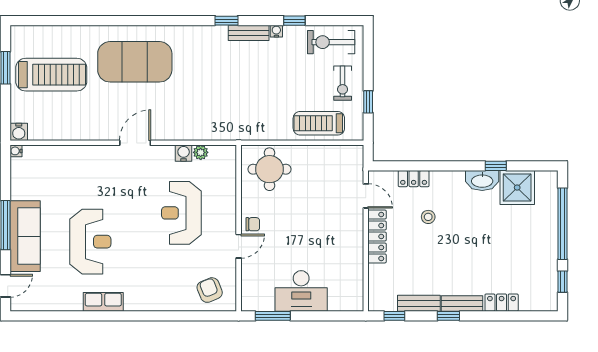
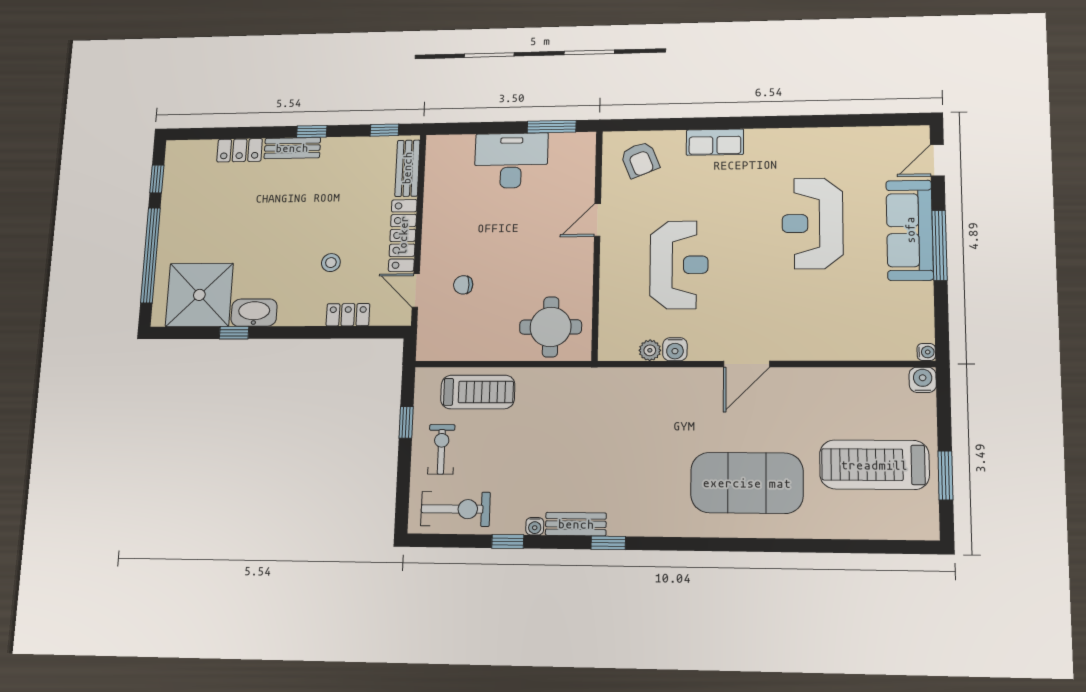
shower: (517, 188) -> (199, 295), width x1.37, depth x1.37
chair: (253, 224) -> (463, 285), moved
row of seats: (103, 302) -> (715, 142), moved
bench: (419, 303) -> (407, 168), moved, turned 90

